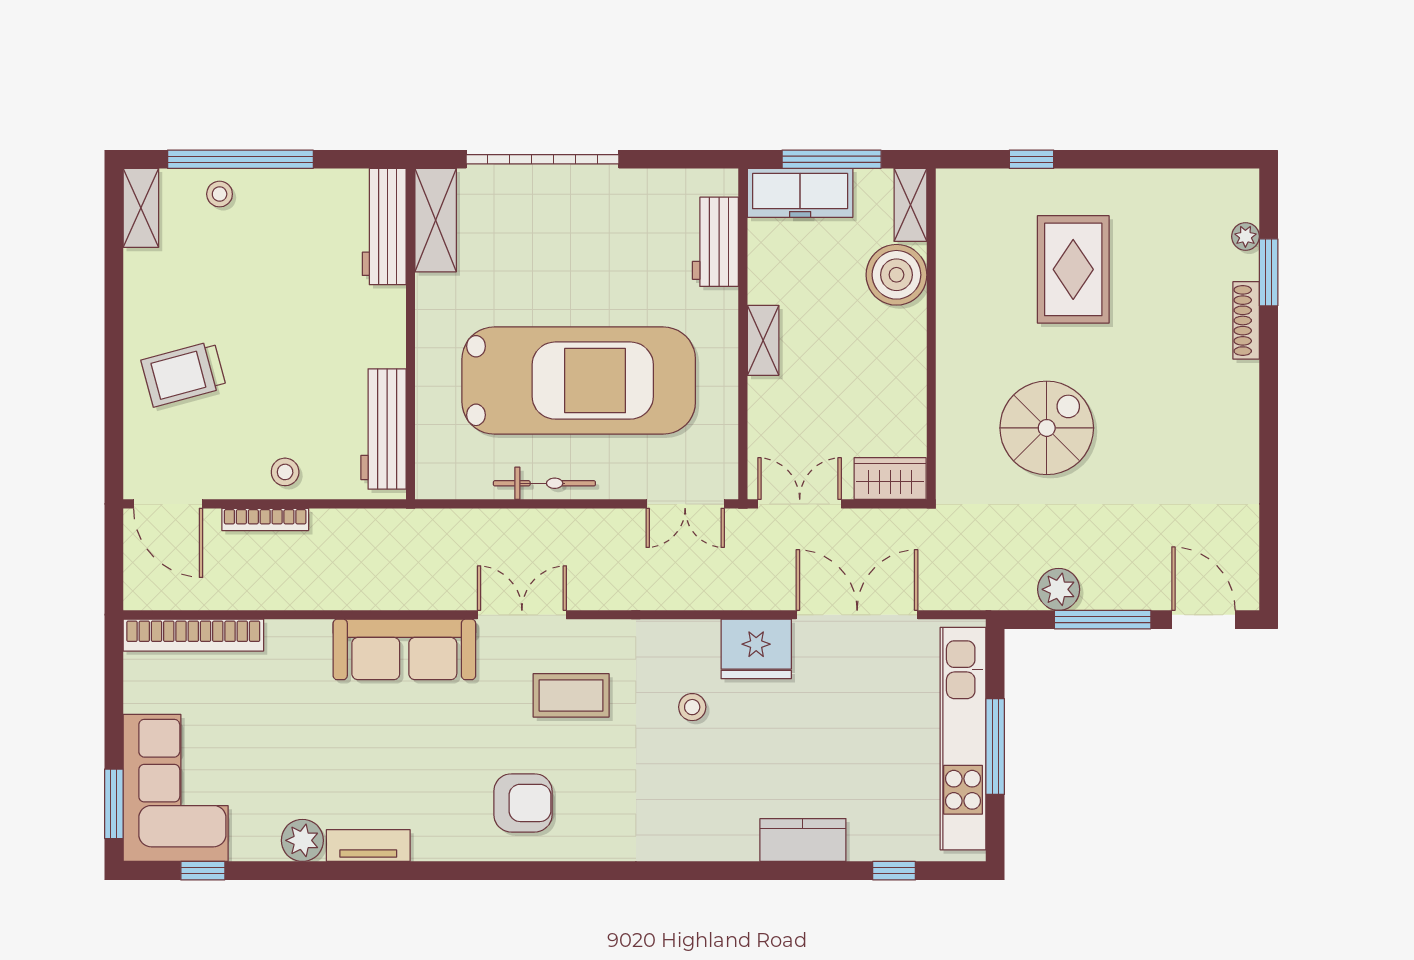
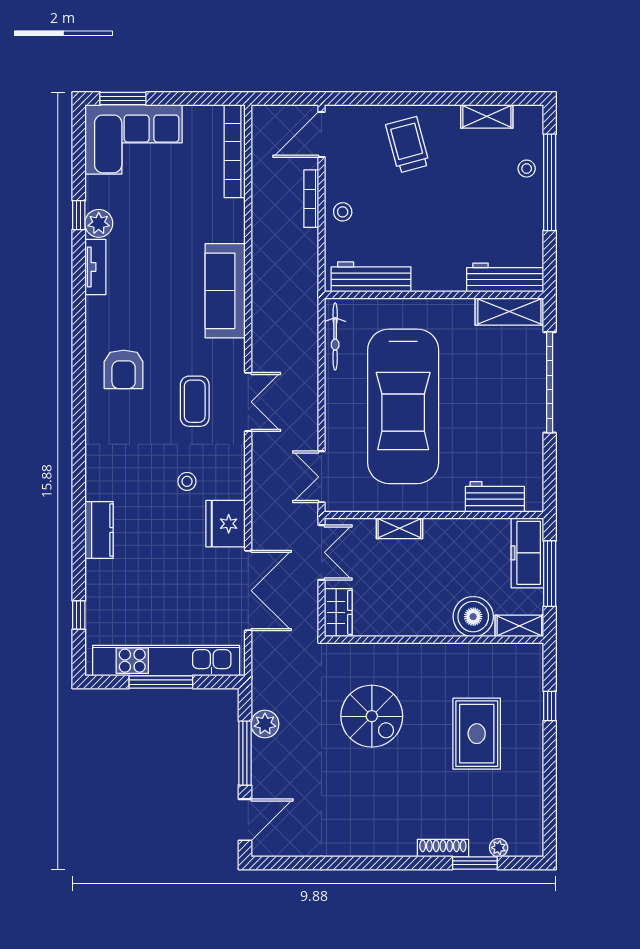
shelving: (141, 208) -> (487, 116), moved
rug: (1073, 269) -> (477, 734), turned 90
shelving: (763, 340) -> (399, 528), moved
bicycle: (544, 483) -> (335, 336), moved
double door: (522, 615) -> (248, 402), moved
kitchen counter: (803, 840) -> (99, 530), moved
window: (203, 871) -> (79, 215), moved

